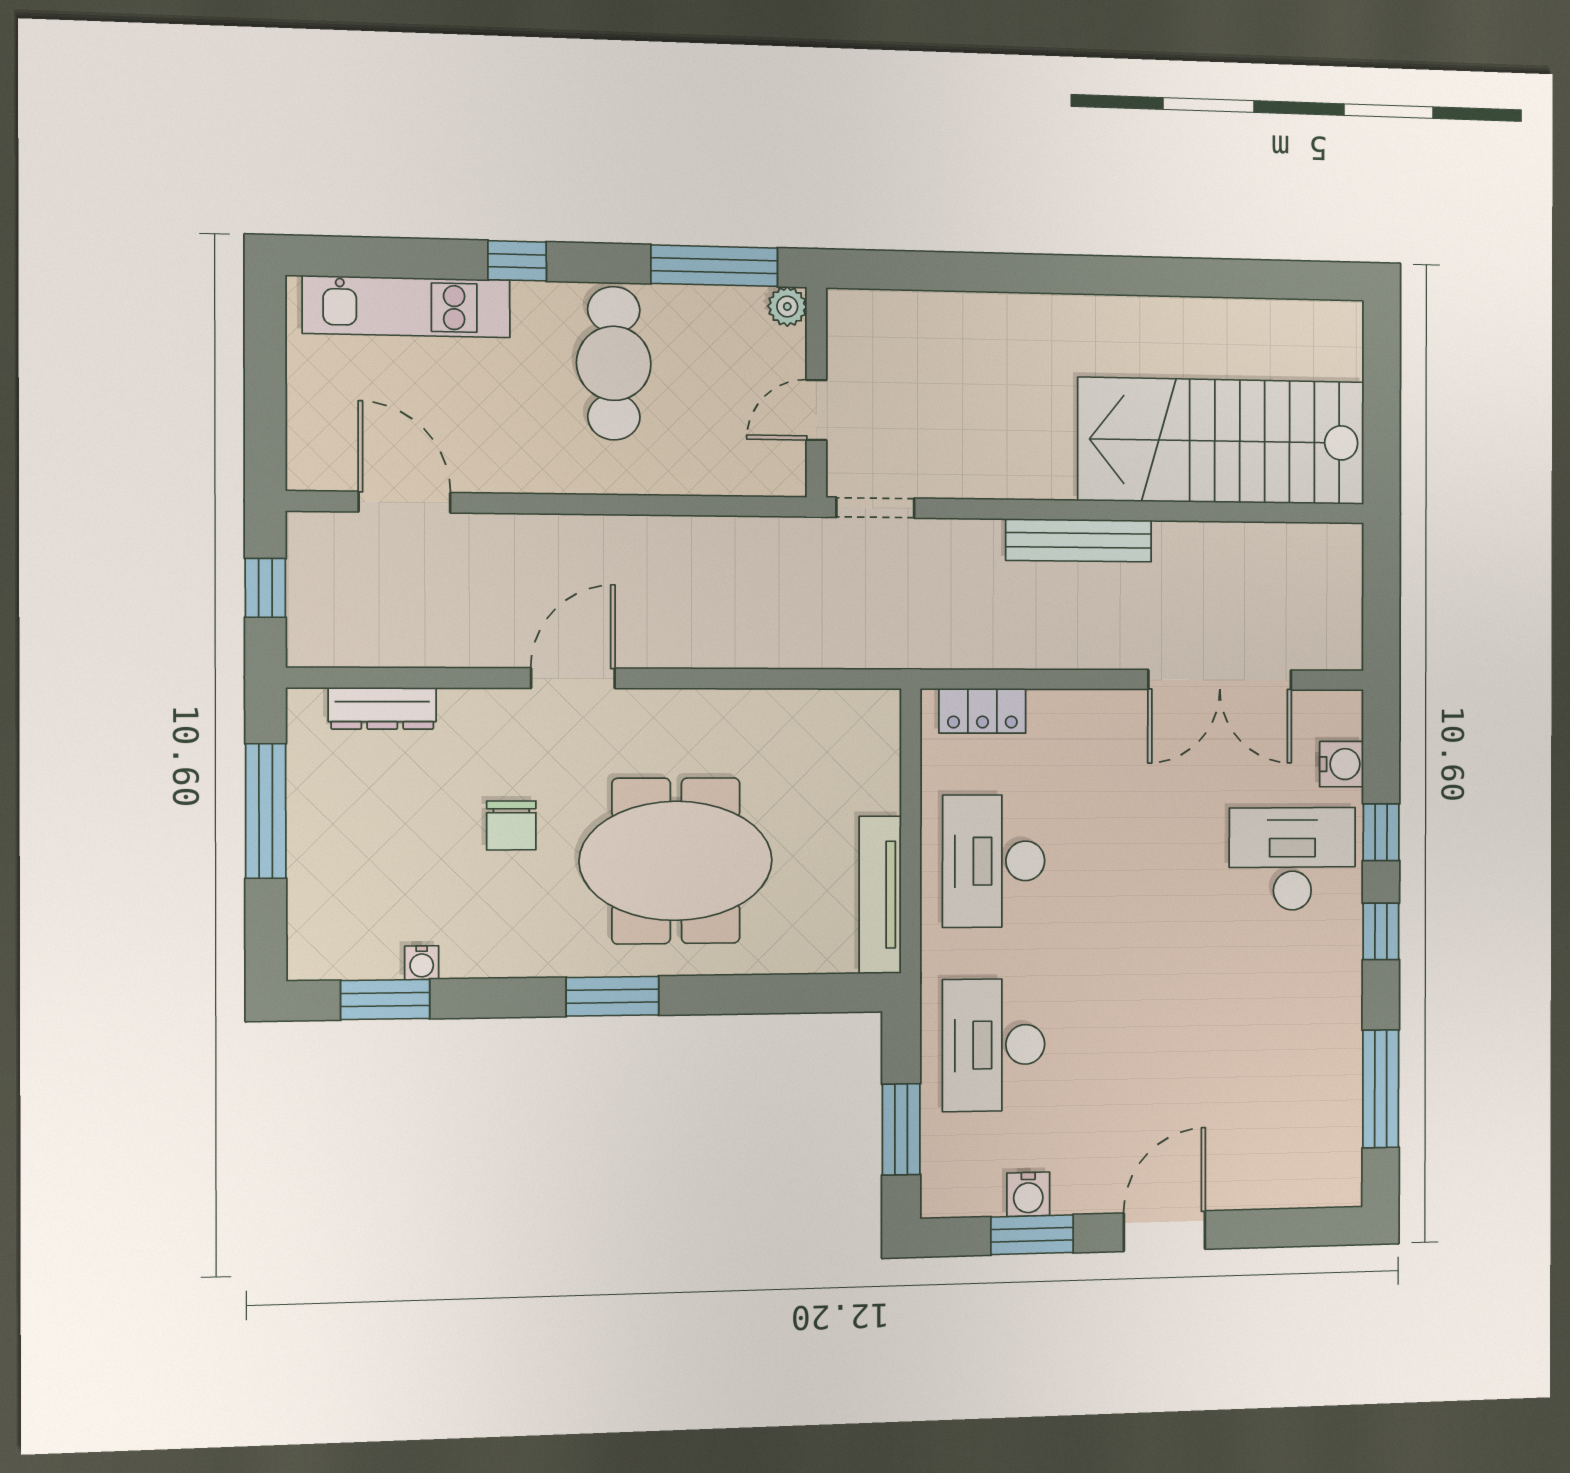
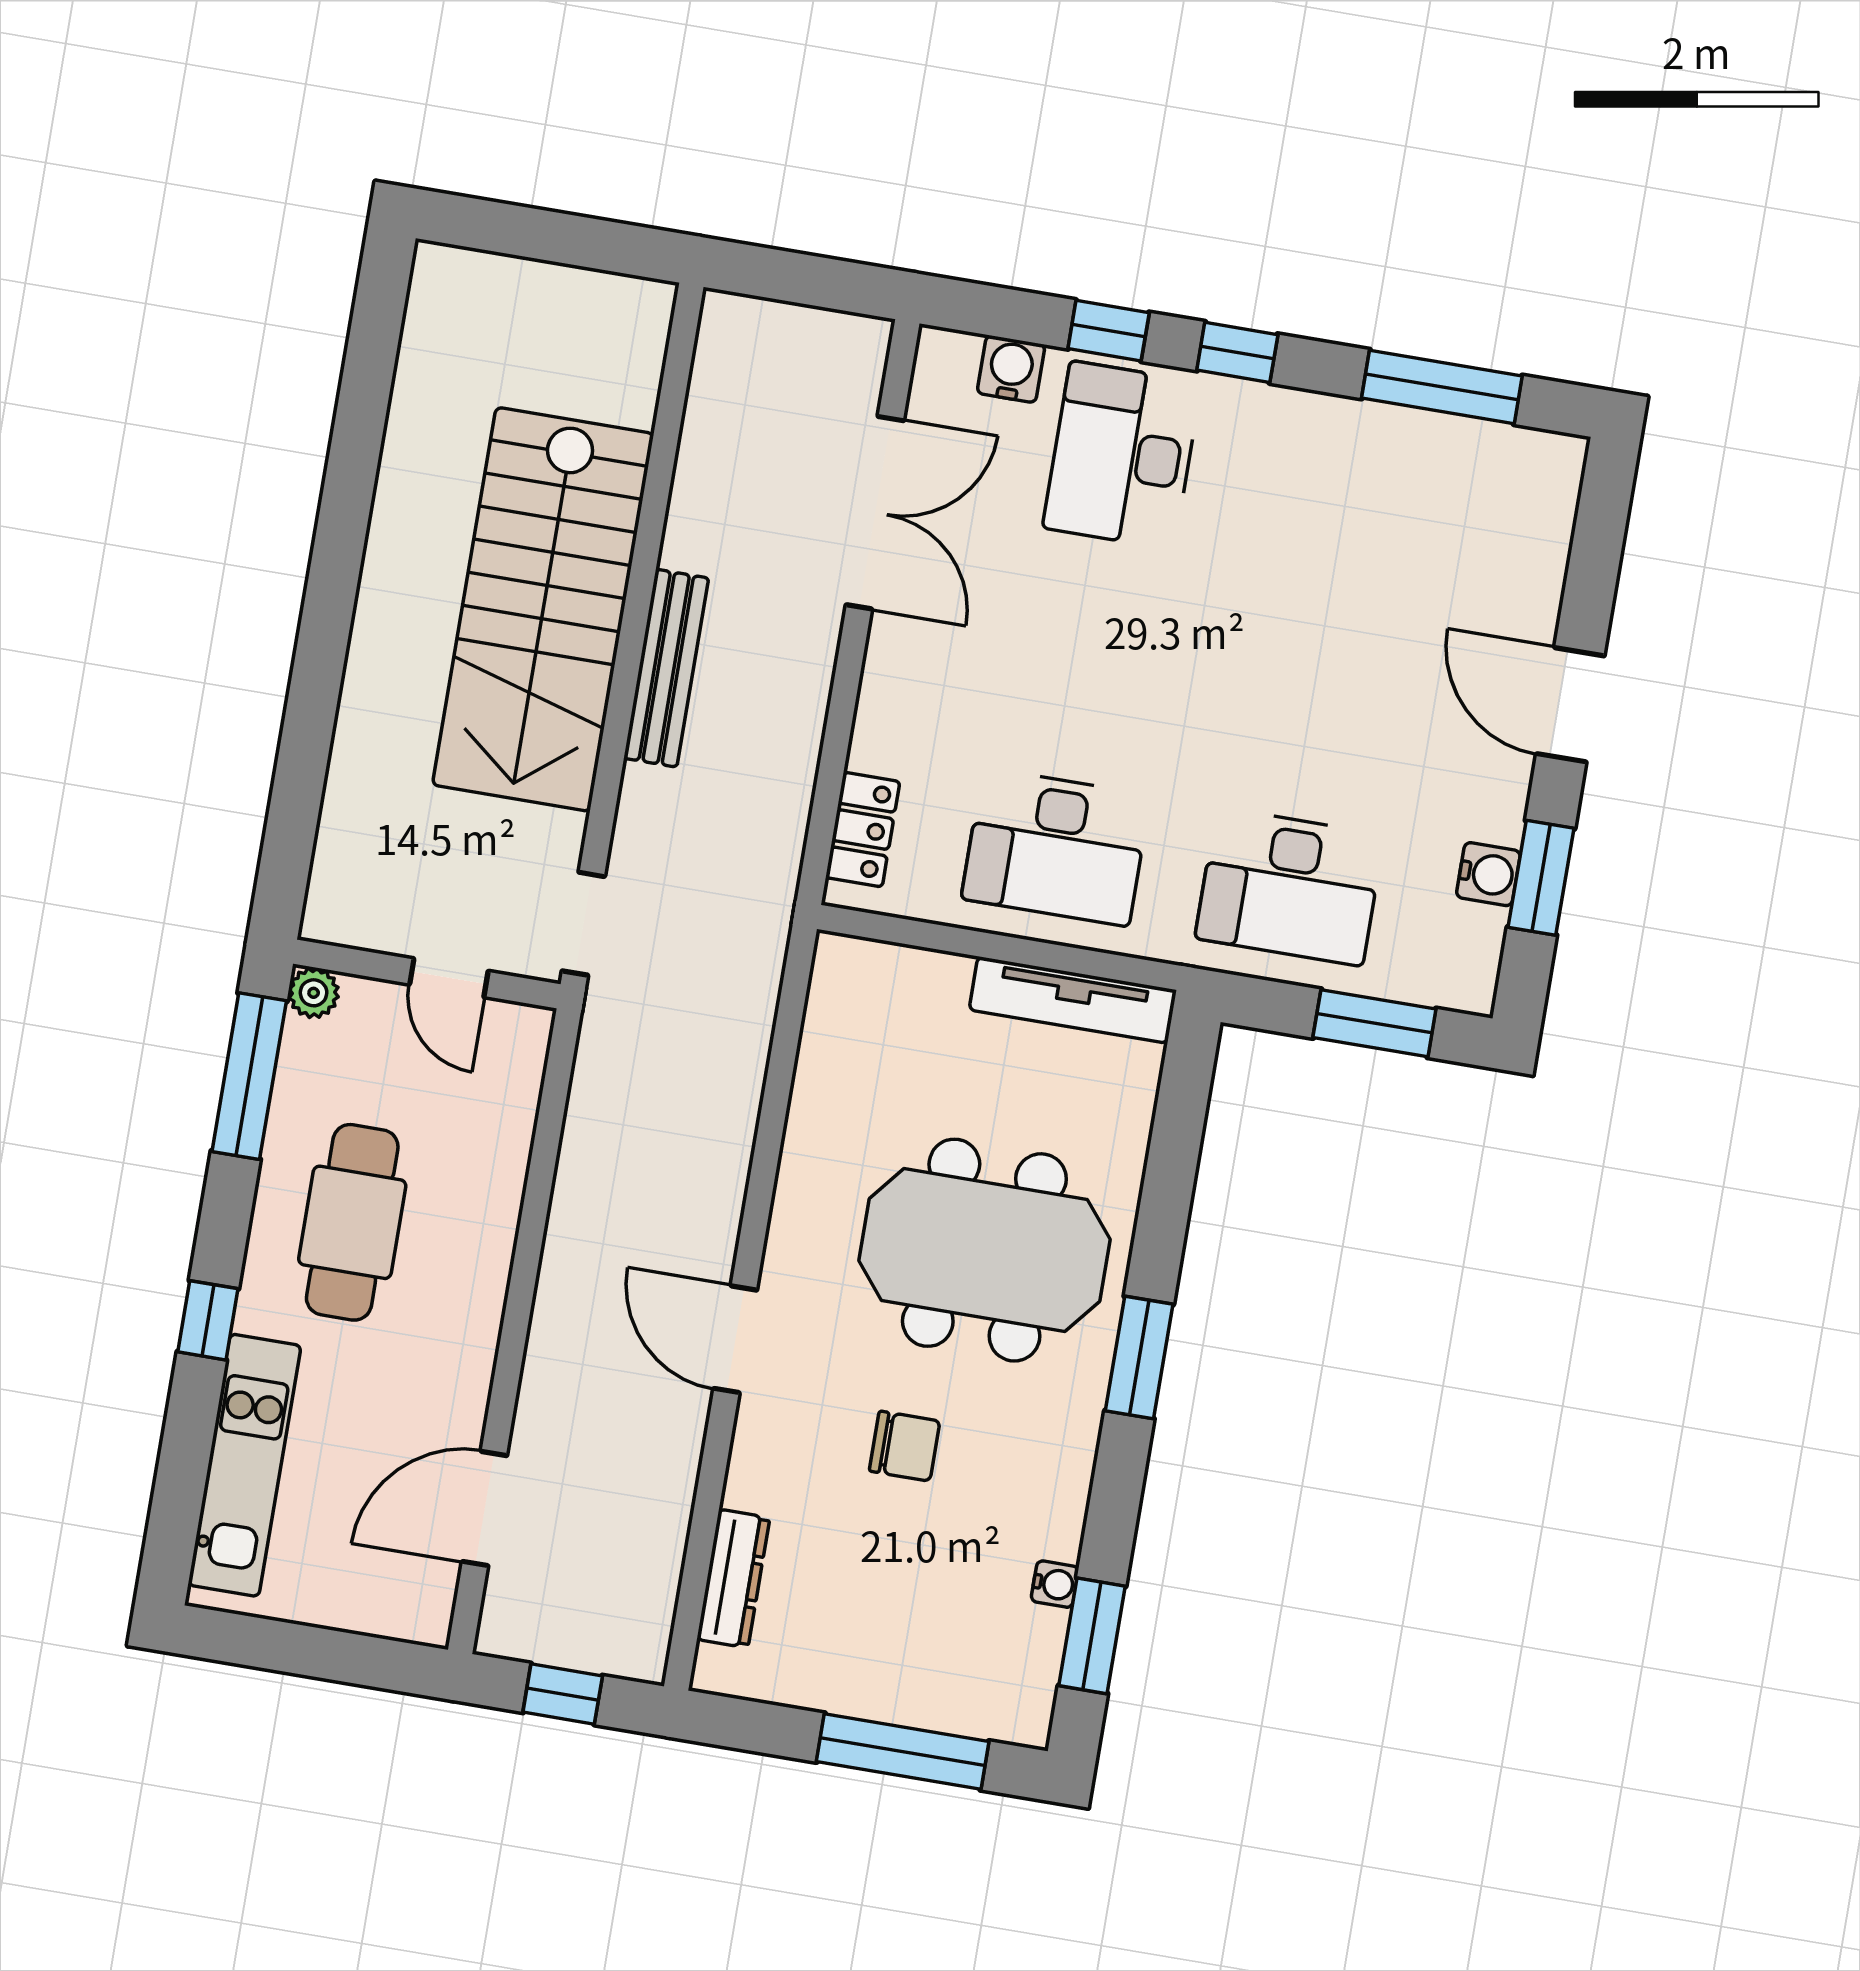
cafe table: (614, 363) -> (352, 1222), turned 90
stairs: (1222, 441) -> (543, 609), moved
window: (266, 811) -> (903, 1751), moved
meeting table: (676, 861) -> (984, 1250), turned 90

